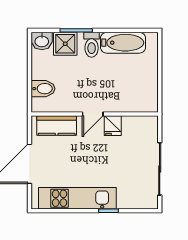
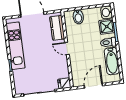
door: (160, 78) -> (93, 86), added
fridge: (113, 126) -> (64, 83), moved

